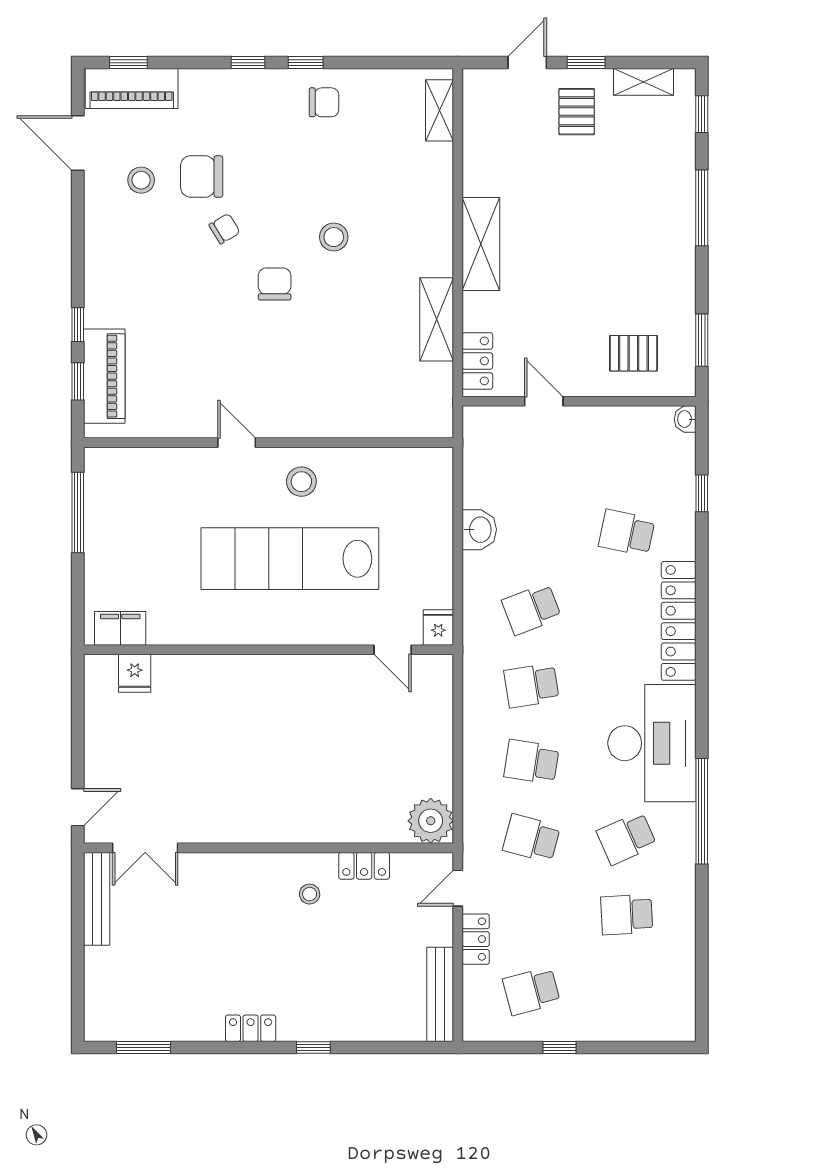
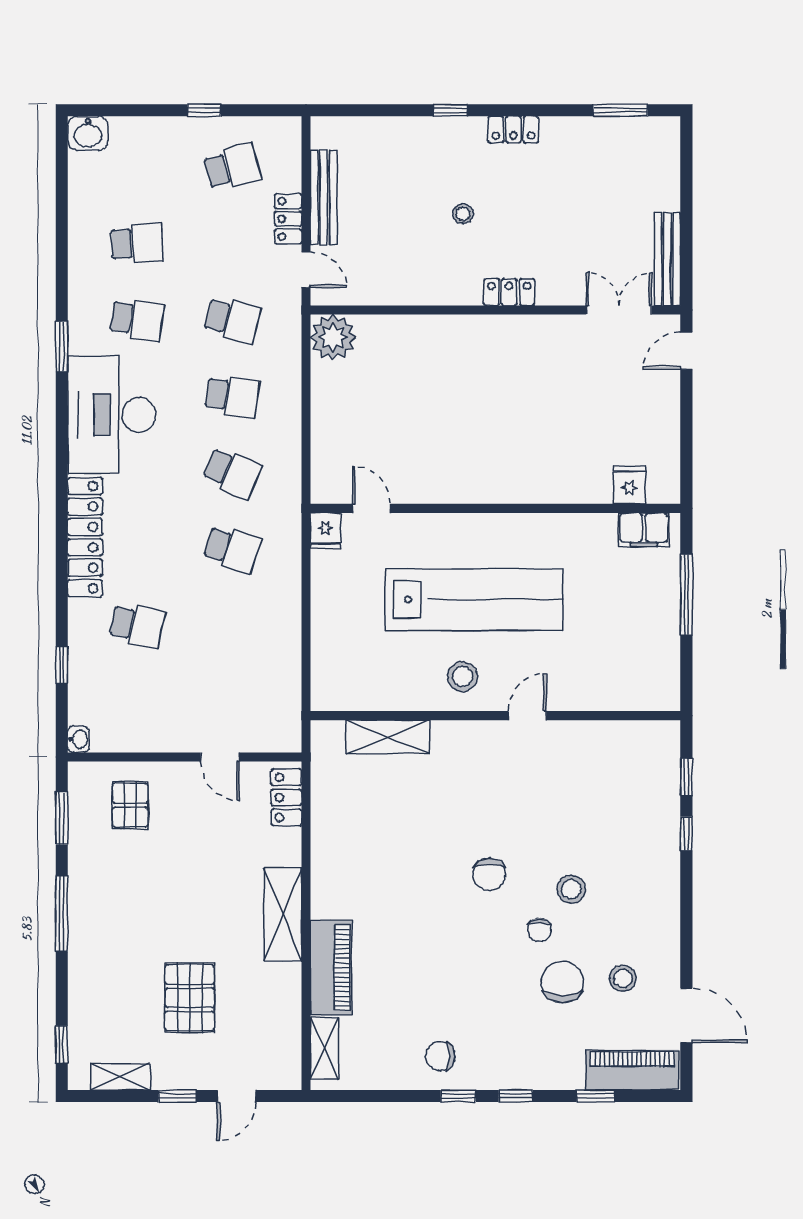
window: (128, 63) -> (596, 1096), moved
pallet: (577, 112) -> (190, 998), moved, width x1.50, depth x1.42
chair: (202, 176) -> (562, 982), turned -90
window: (702, 208) -> (62, 913), moved
chair: (225, 229) -> (539, 930), turned -59
stool: (334, 237) -> (571, 889), moved
shelving: (437, 319) -> (388, 737), moved, turned 90
pallet: (633, 353) -> (130, 805), turned 90
piano: (104, 376) -> (331, 968), moved, turned 180
door: (237, 443) -> (527, 716), swing flipped
window: (78, 513) -> (686, 595), moved
washbasin: (479, 530) -> (88, 133), moved, turned -90
school desk: (531, 609) -> (232, 549), turned 39
school desk: (531, 685) -> (232, 473), turned 33
window: (702, 811) -> (62, 347), width x0.47
school desk: (627, 838) -> (137, 320), turned 33
locker: (364, 866) -> (509, 292), moved
door: (458, 888) -> (306, 270), hinge flipped
stool: (310, 894) -> (463, 214), moved
bench: (440, 994) -> (324, 197), moved

